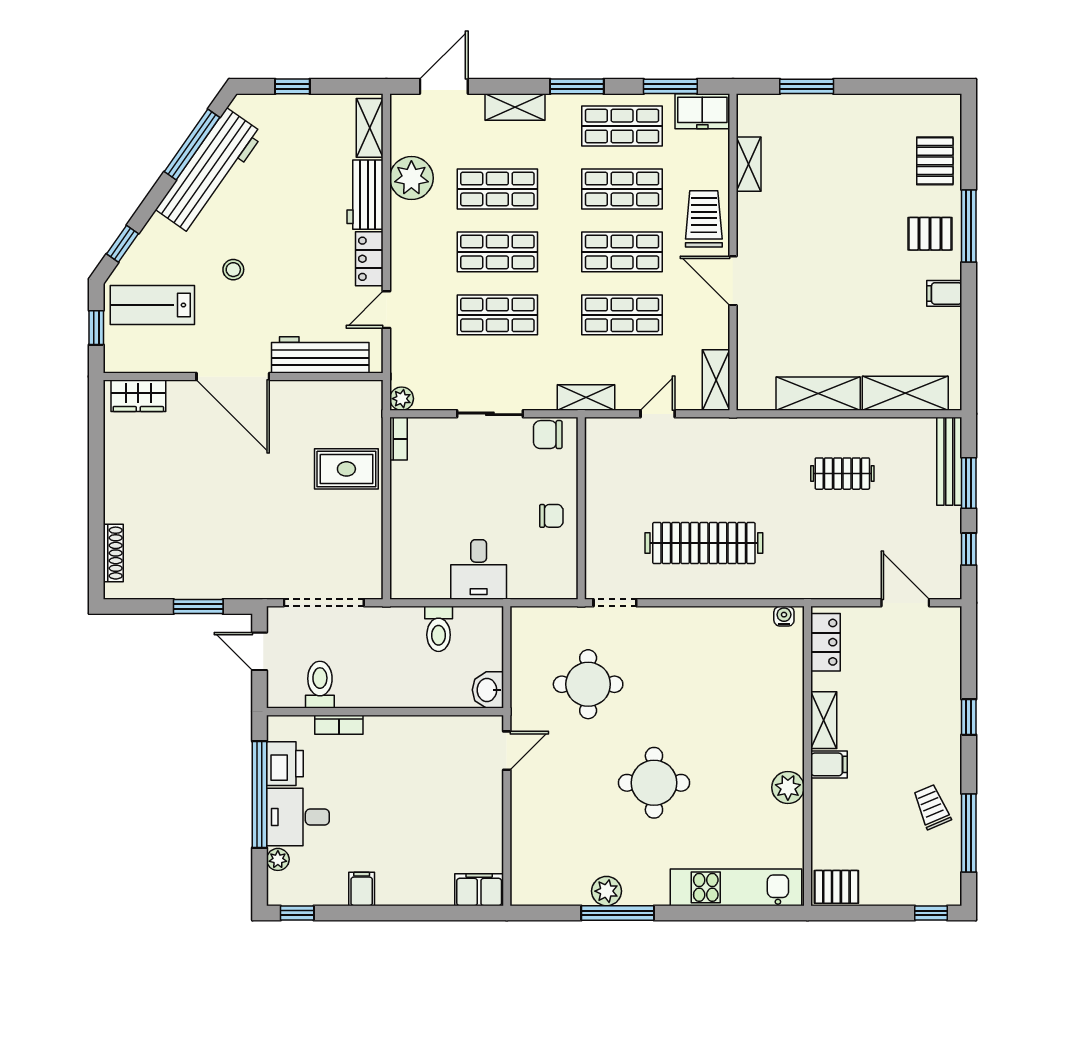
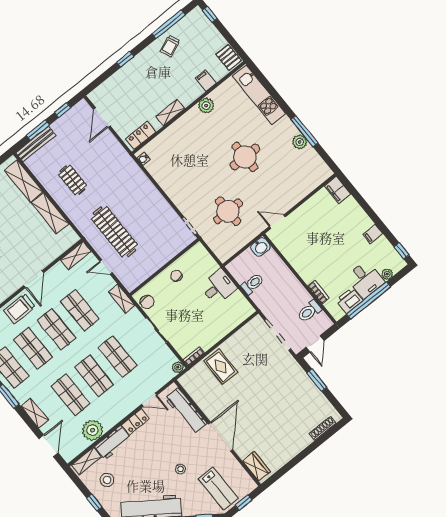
door: (444, 86) -> (49, 446), swing flipped
stool: (312, 136) -> (107, 480), added
clothes rail: (704, 543) -> (114, 232), moved
filing cabinet: (829, 764) -> (206, 81), moved

